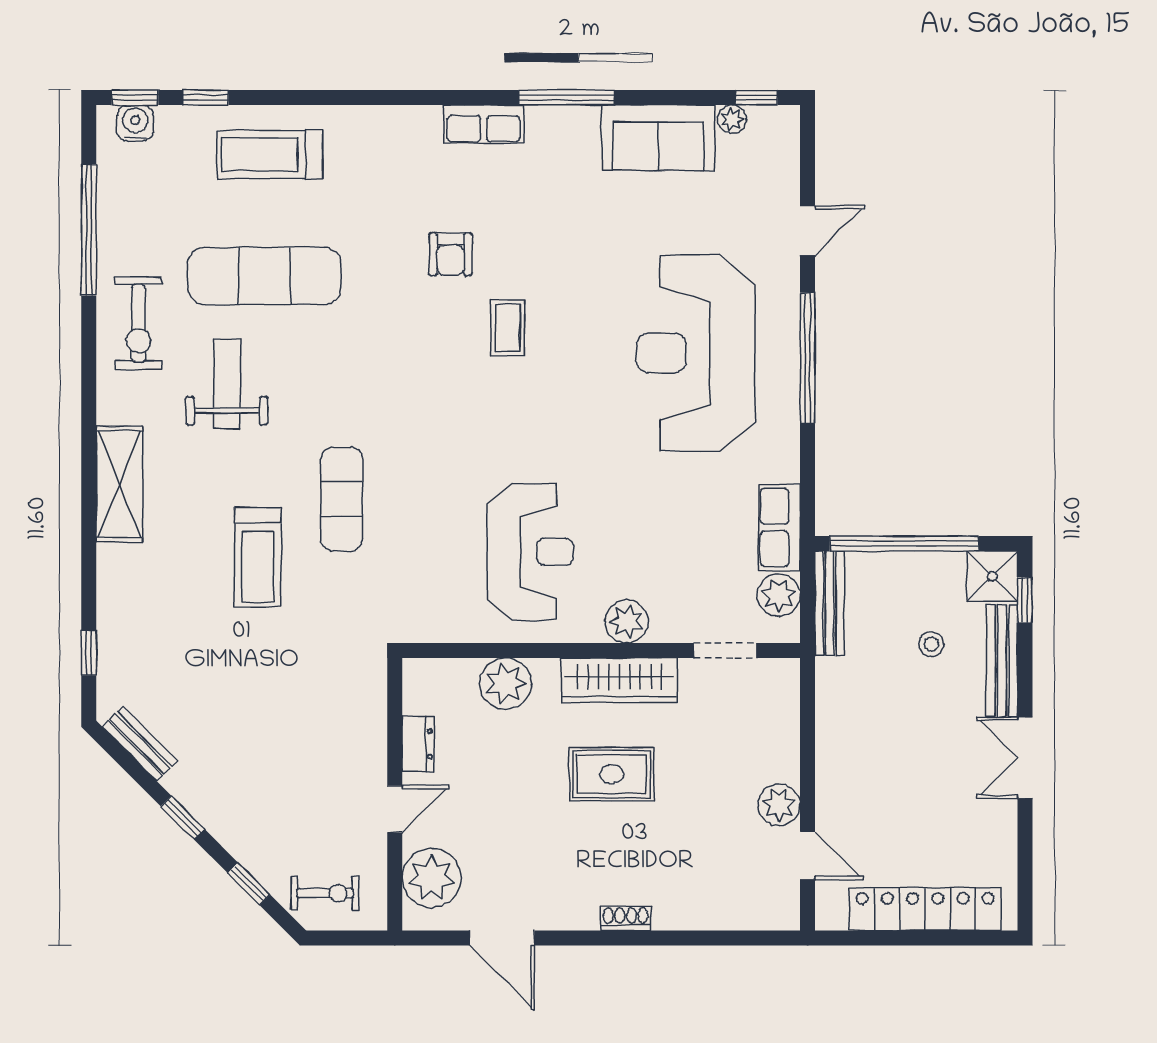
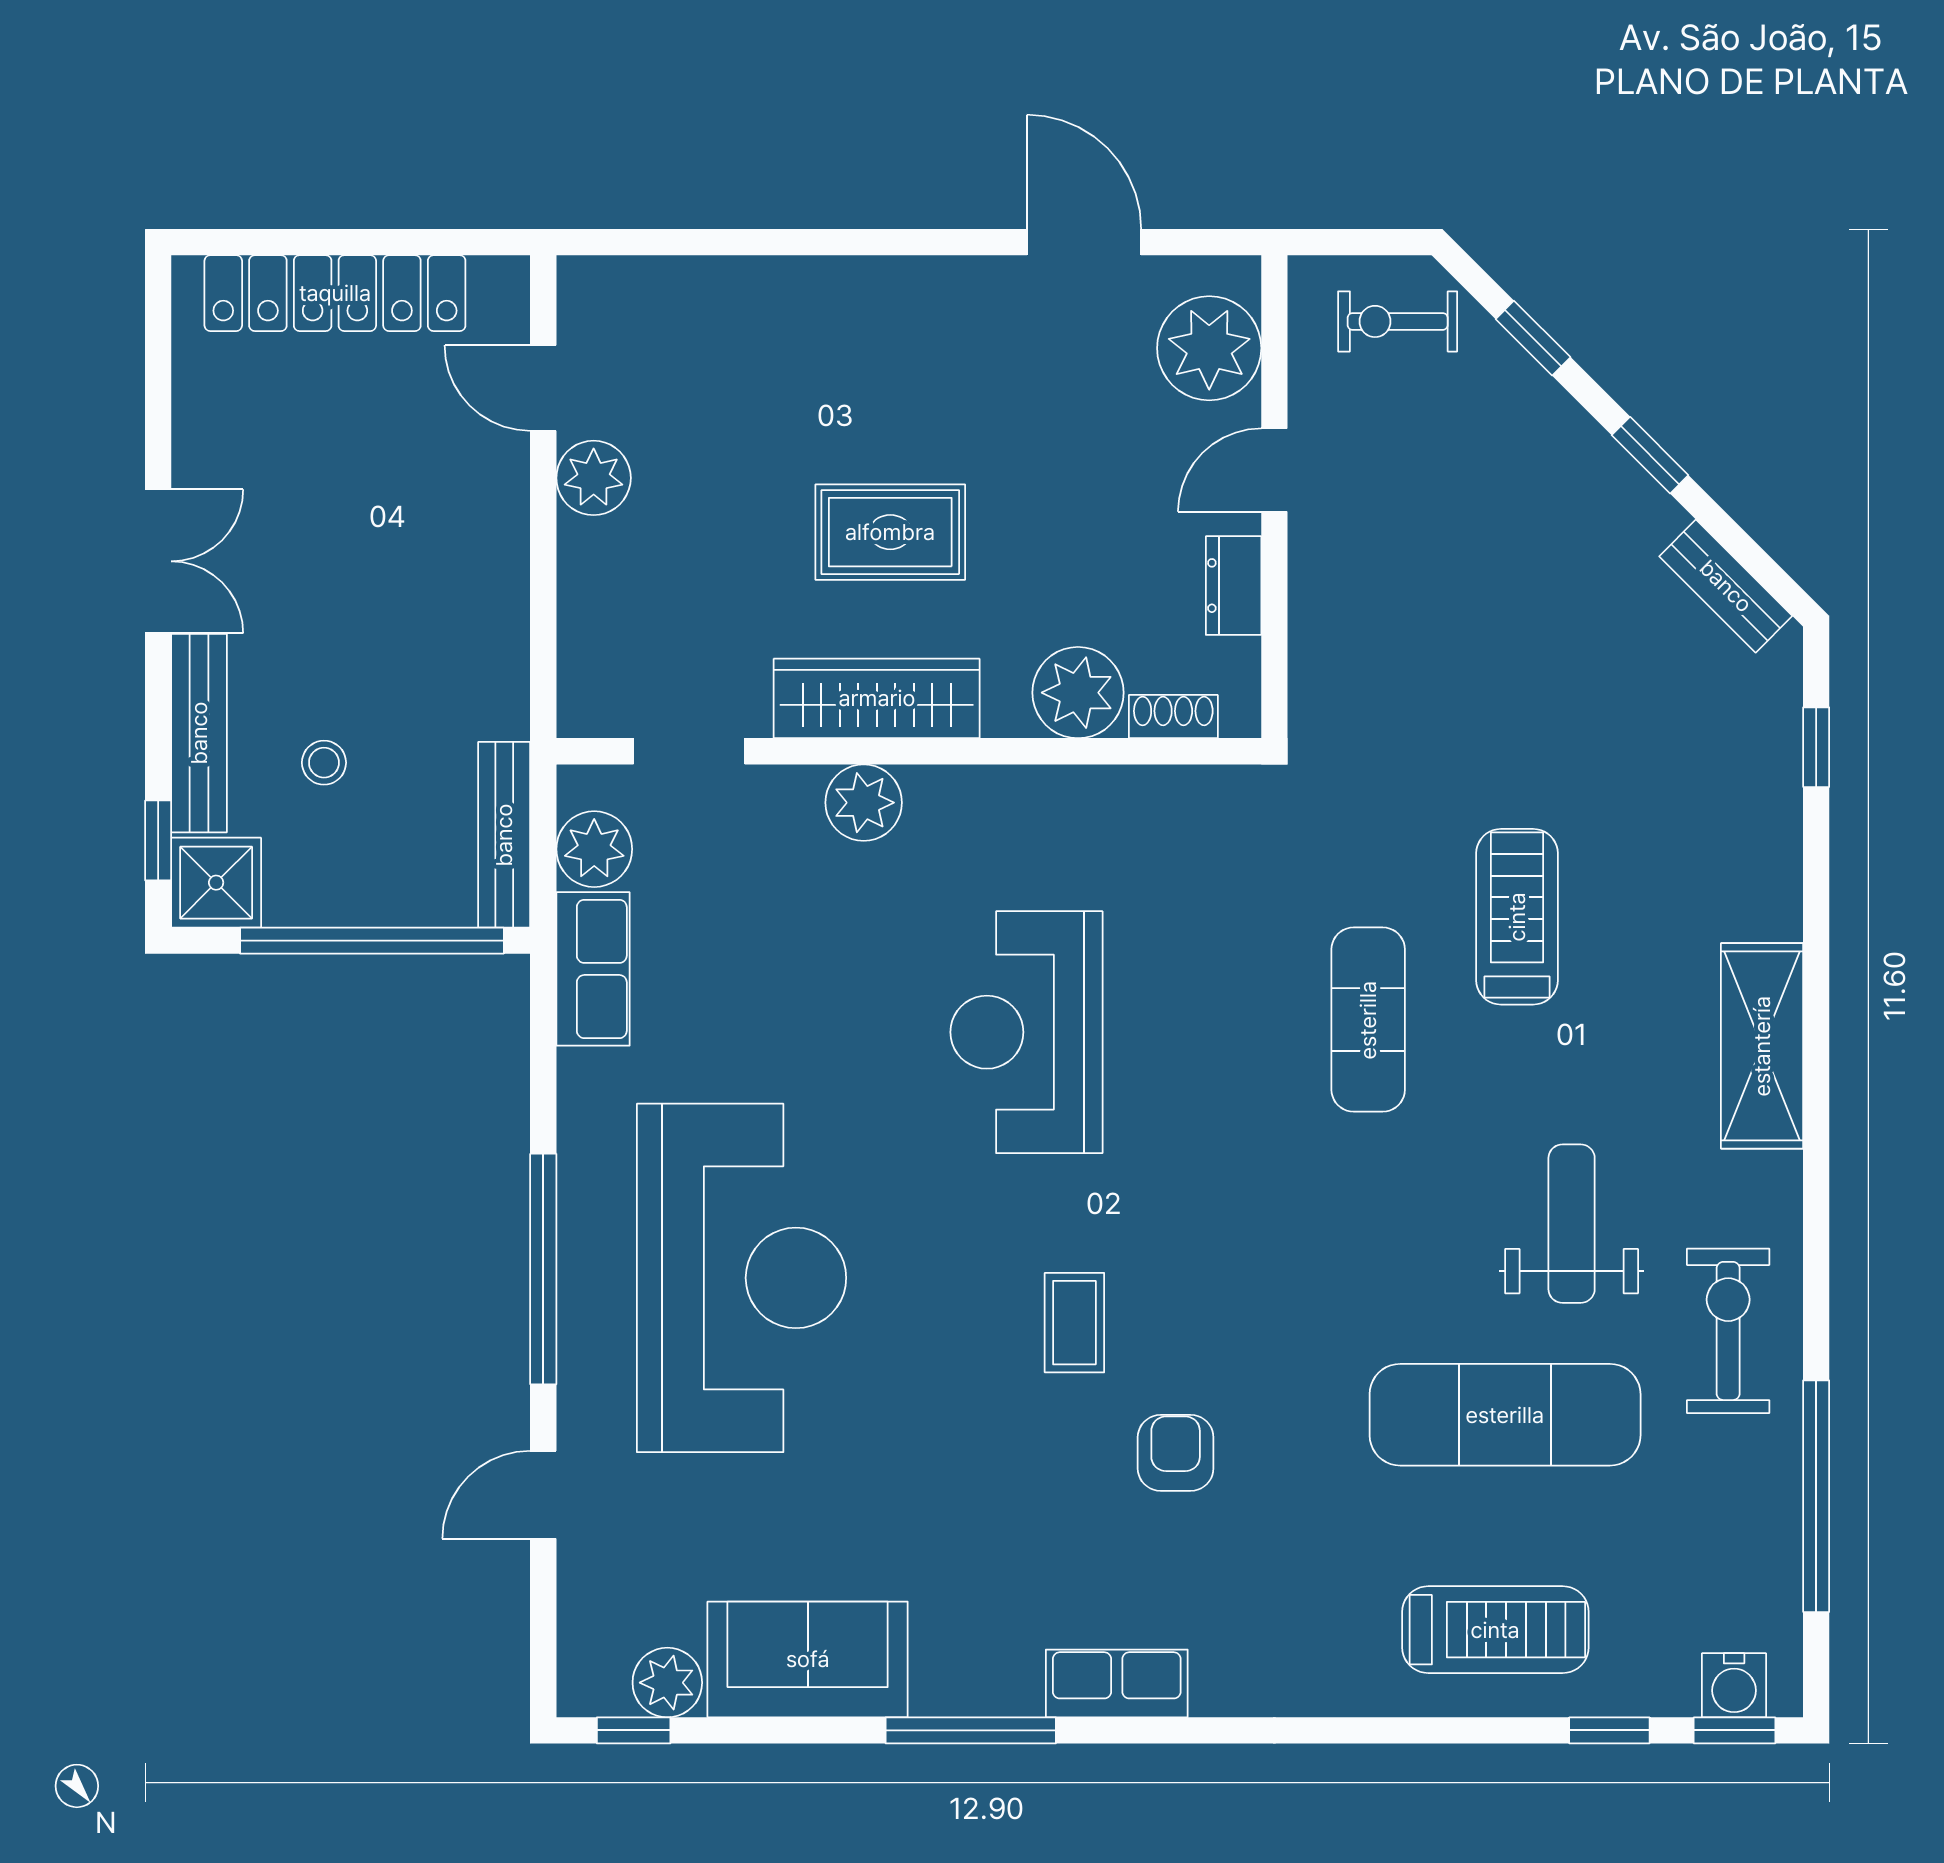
plant: (732, 119) -> (667, 1683), width x1.38, depth x1.38
weight bench: (227, 384) -> (1572, 1224), turned 180
reception desk: (530, 552) -> (1026, 1032), moved
shoe rack: (626, 918) -> (1173, 717), moved, turned 180

